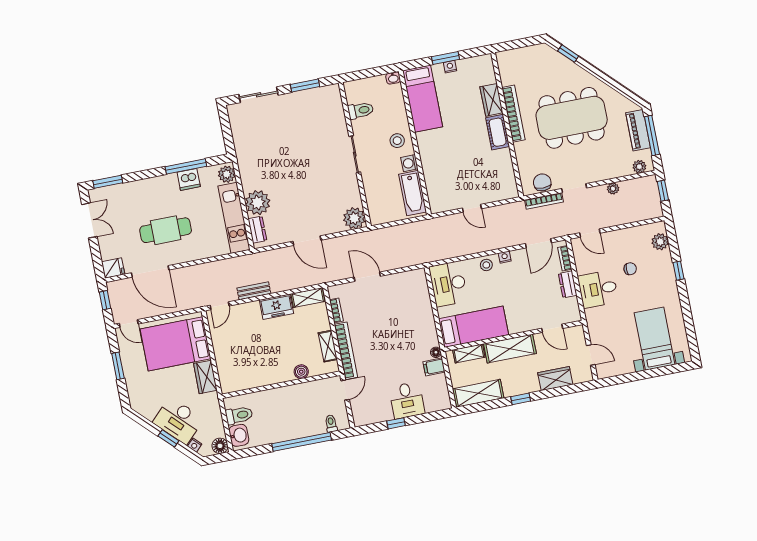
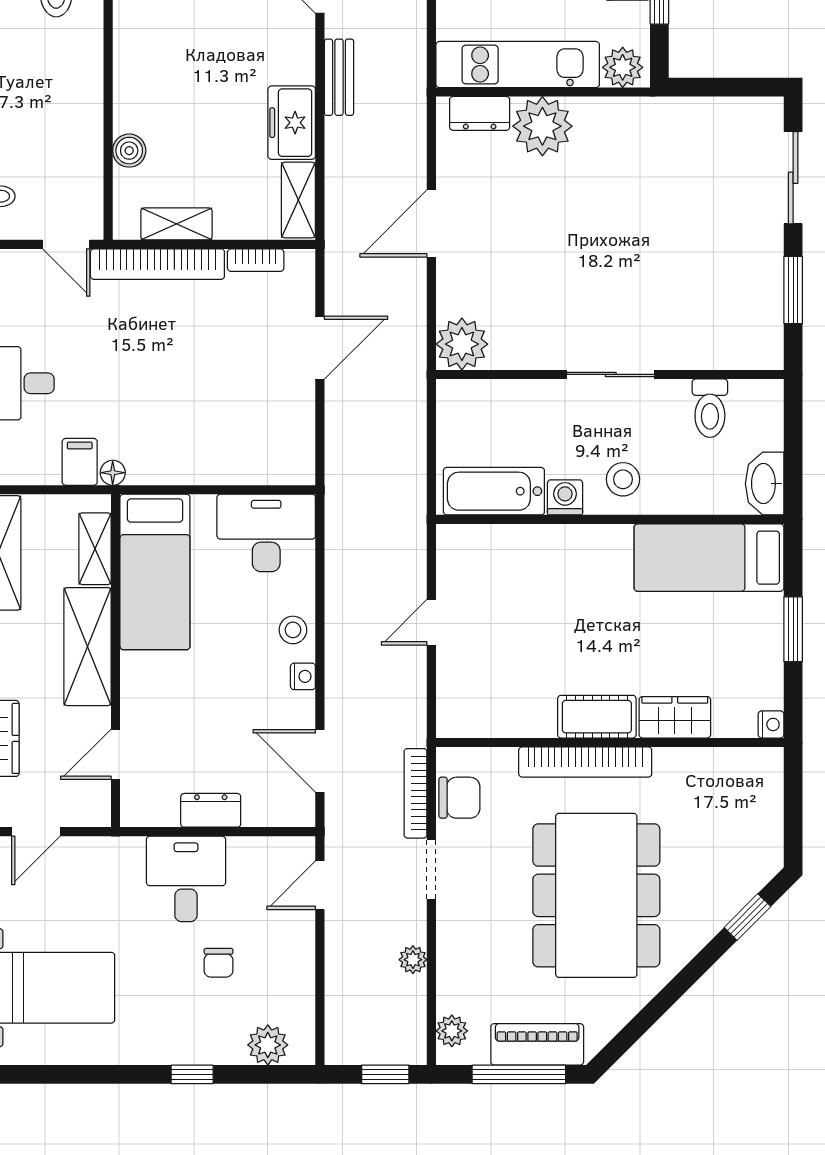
nightstand: (450, 67) -> (771, 724), moved
washbasin: (393, 78) -> (765, 484), width x1.91, depth x1.45
bookcase: (513, 114) -> (585, 762), moved
bookcase: (565, 258) -> (273, 816), removed

